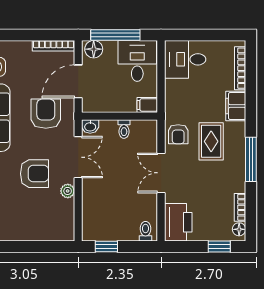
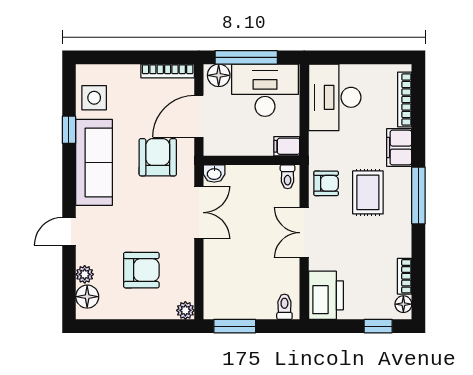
desk: (185, 59) -> (335, 97), width x1.37
desk: (137, 61) -> (265, 90), width x1.37
toilet: (124, 129) -> (288, 177), moved
armchair: (178, 134) -> (326, 183), turned -90
window: (251, 159) -> (418, 195), moved
armchair: (35, 174) -> (141, 270), moved
plant: (68, 191) -> (185, 310), moved
window: (106, 247) -> (235, 326), width x1.50

